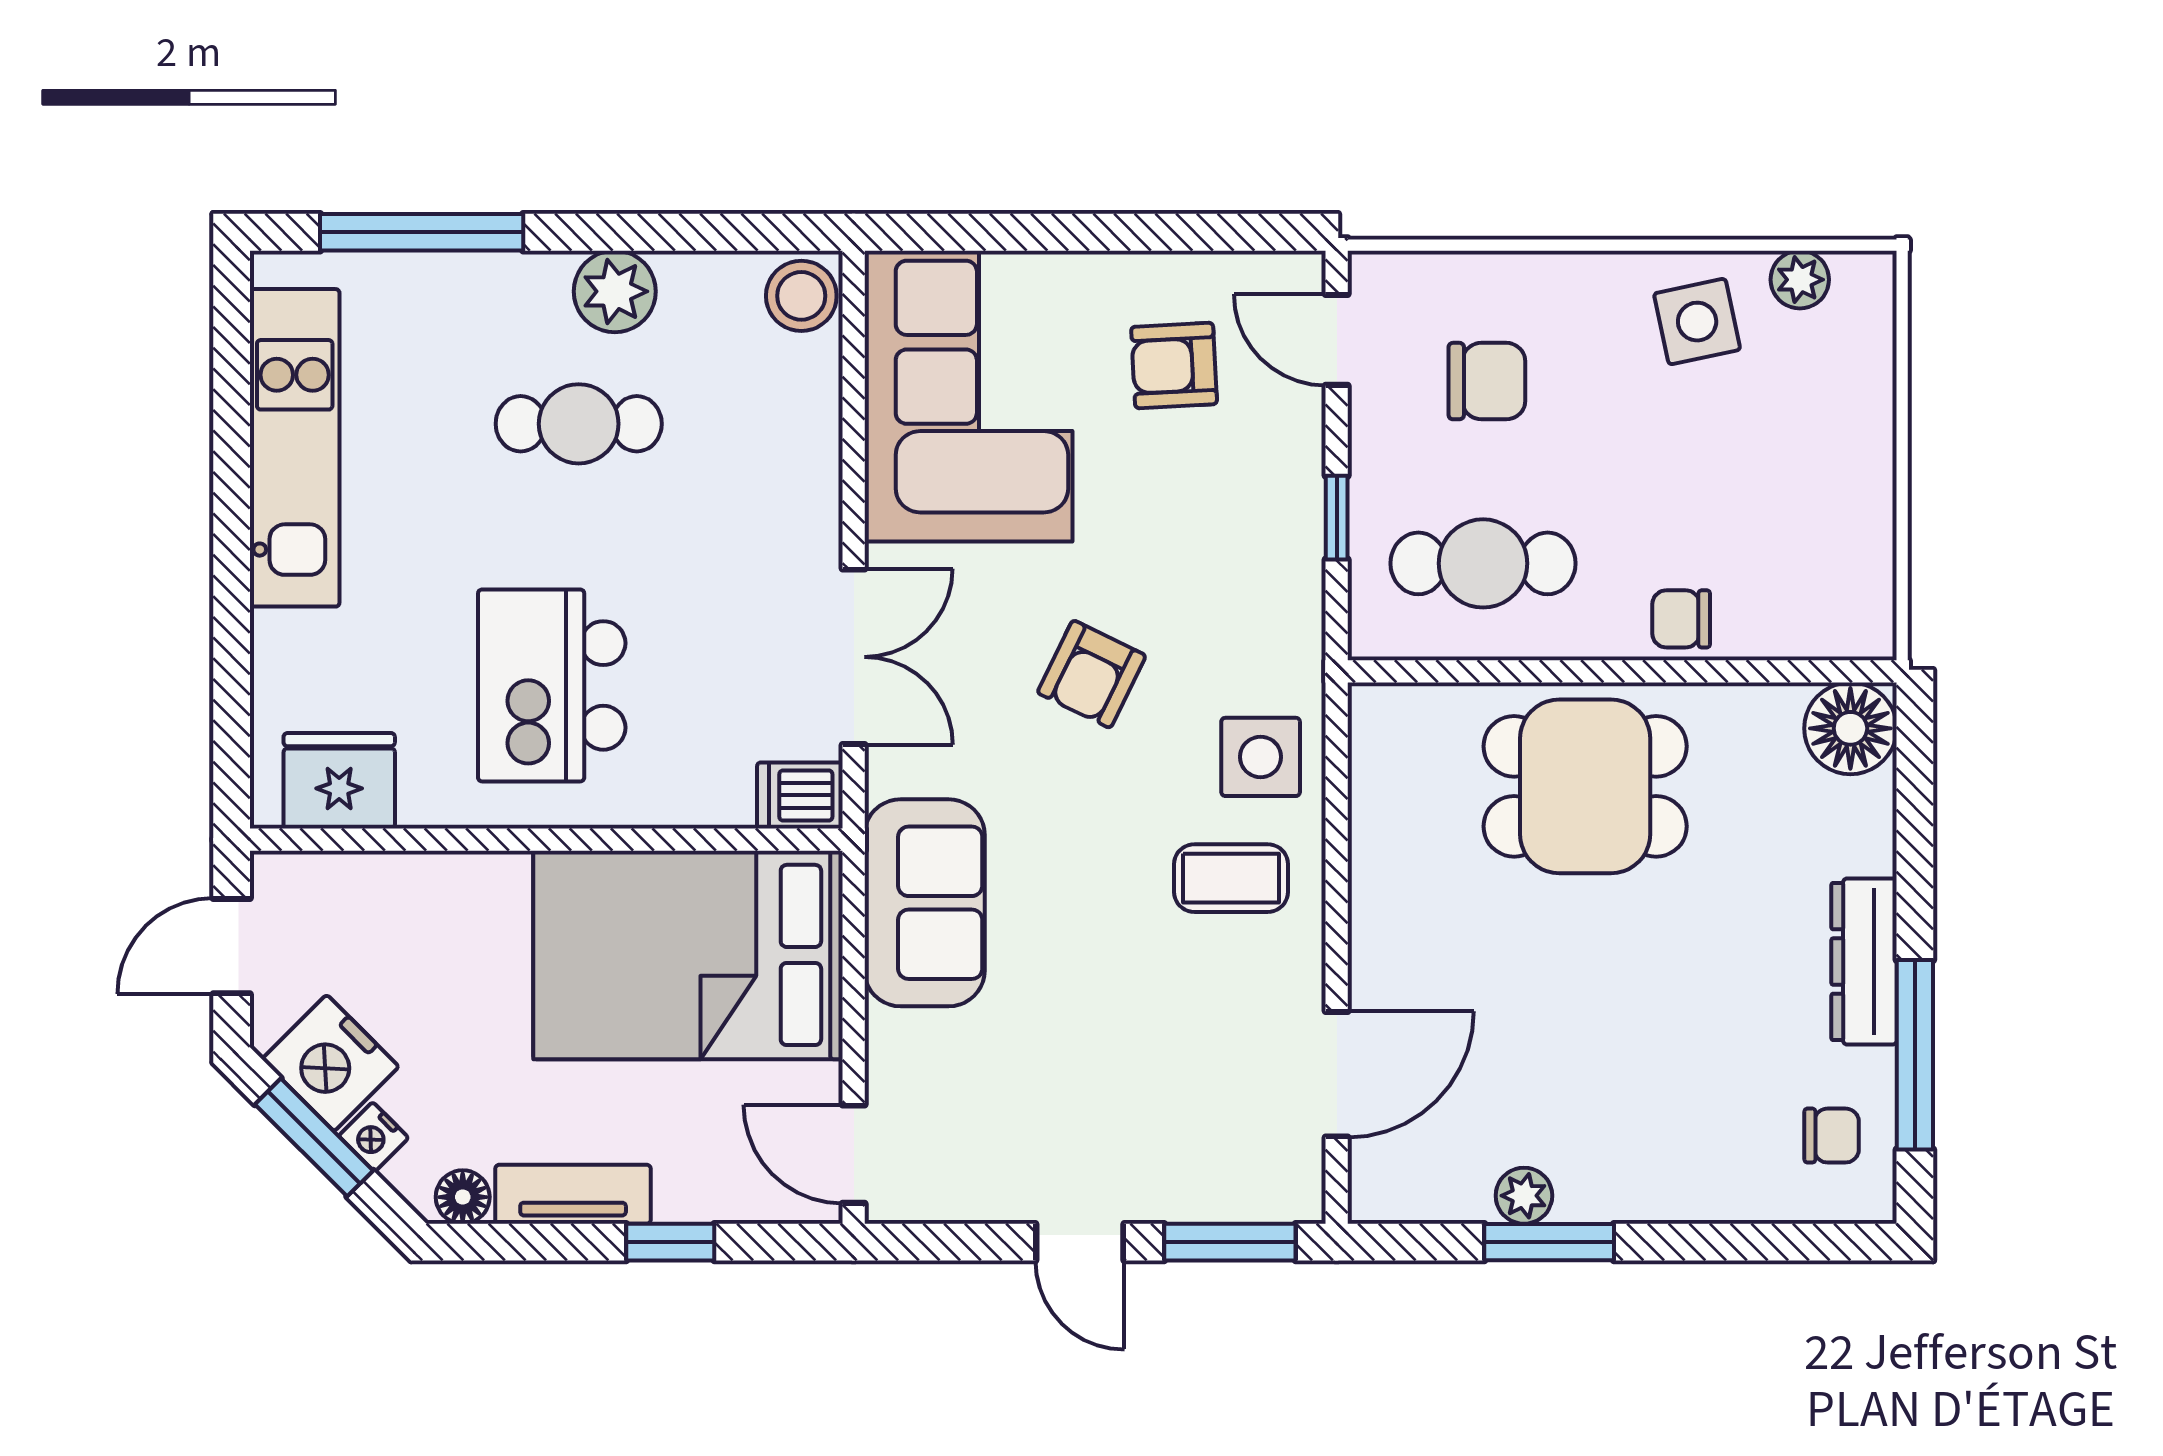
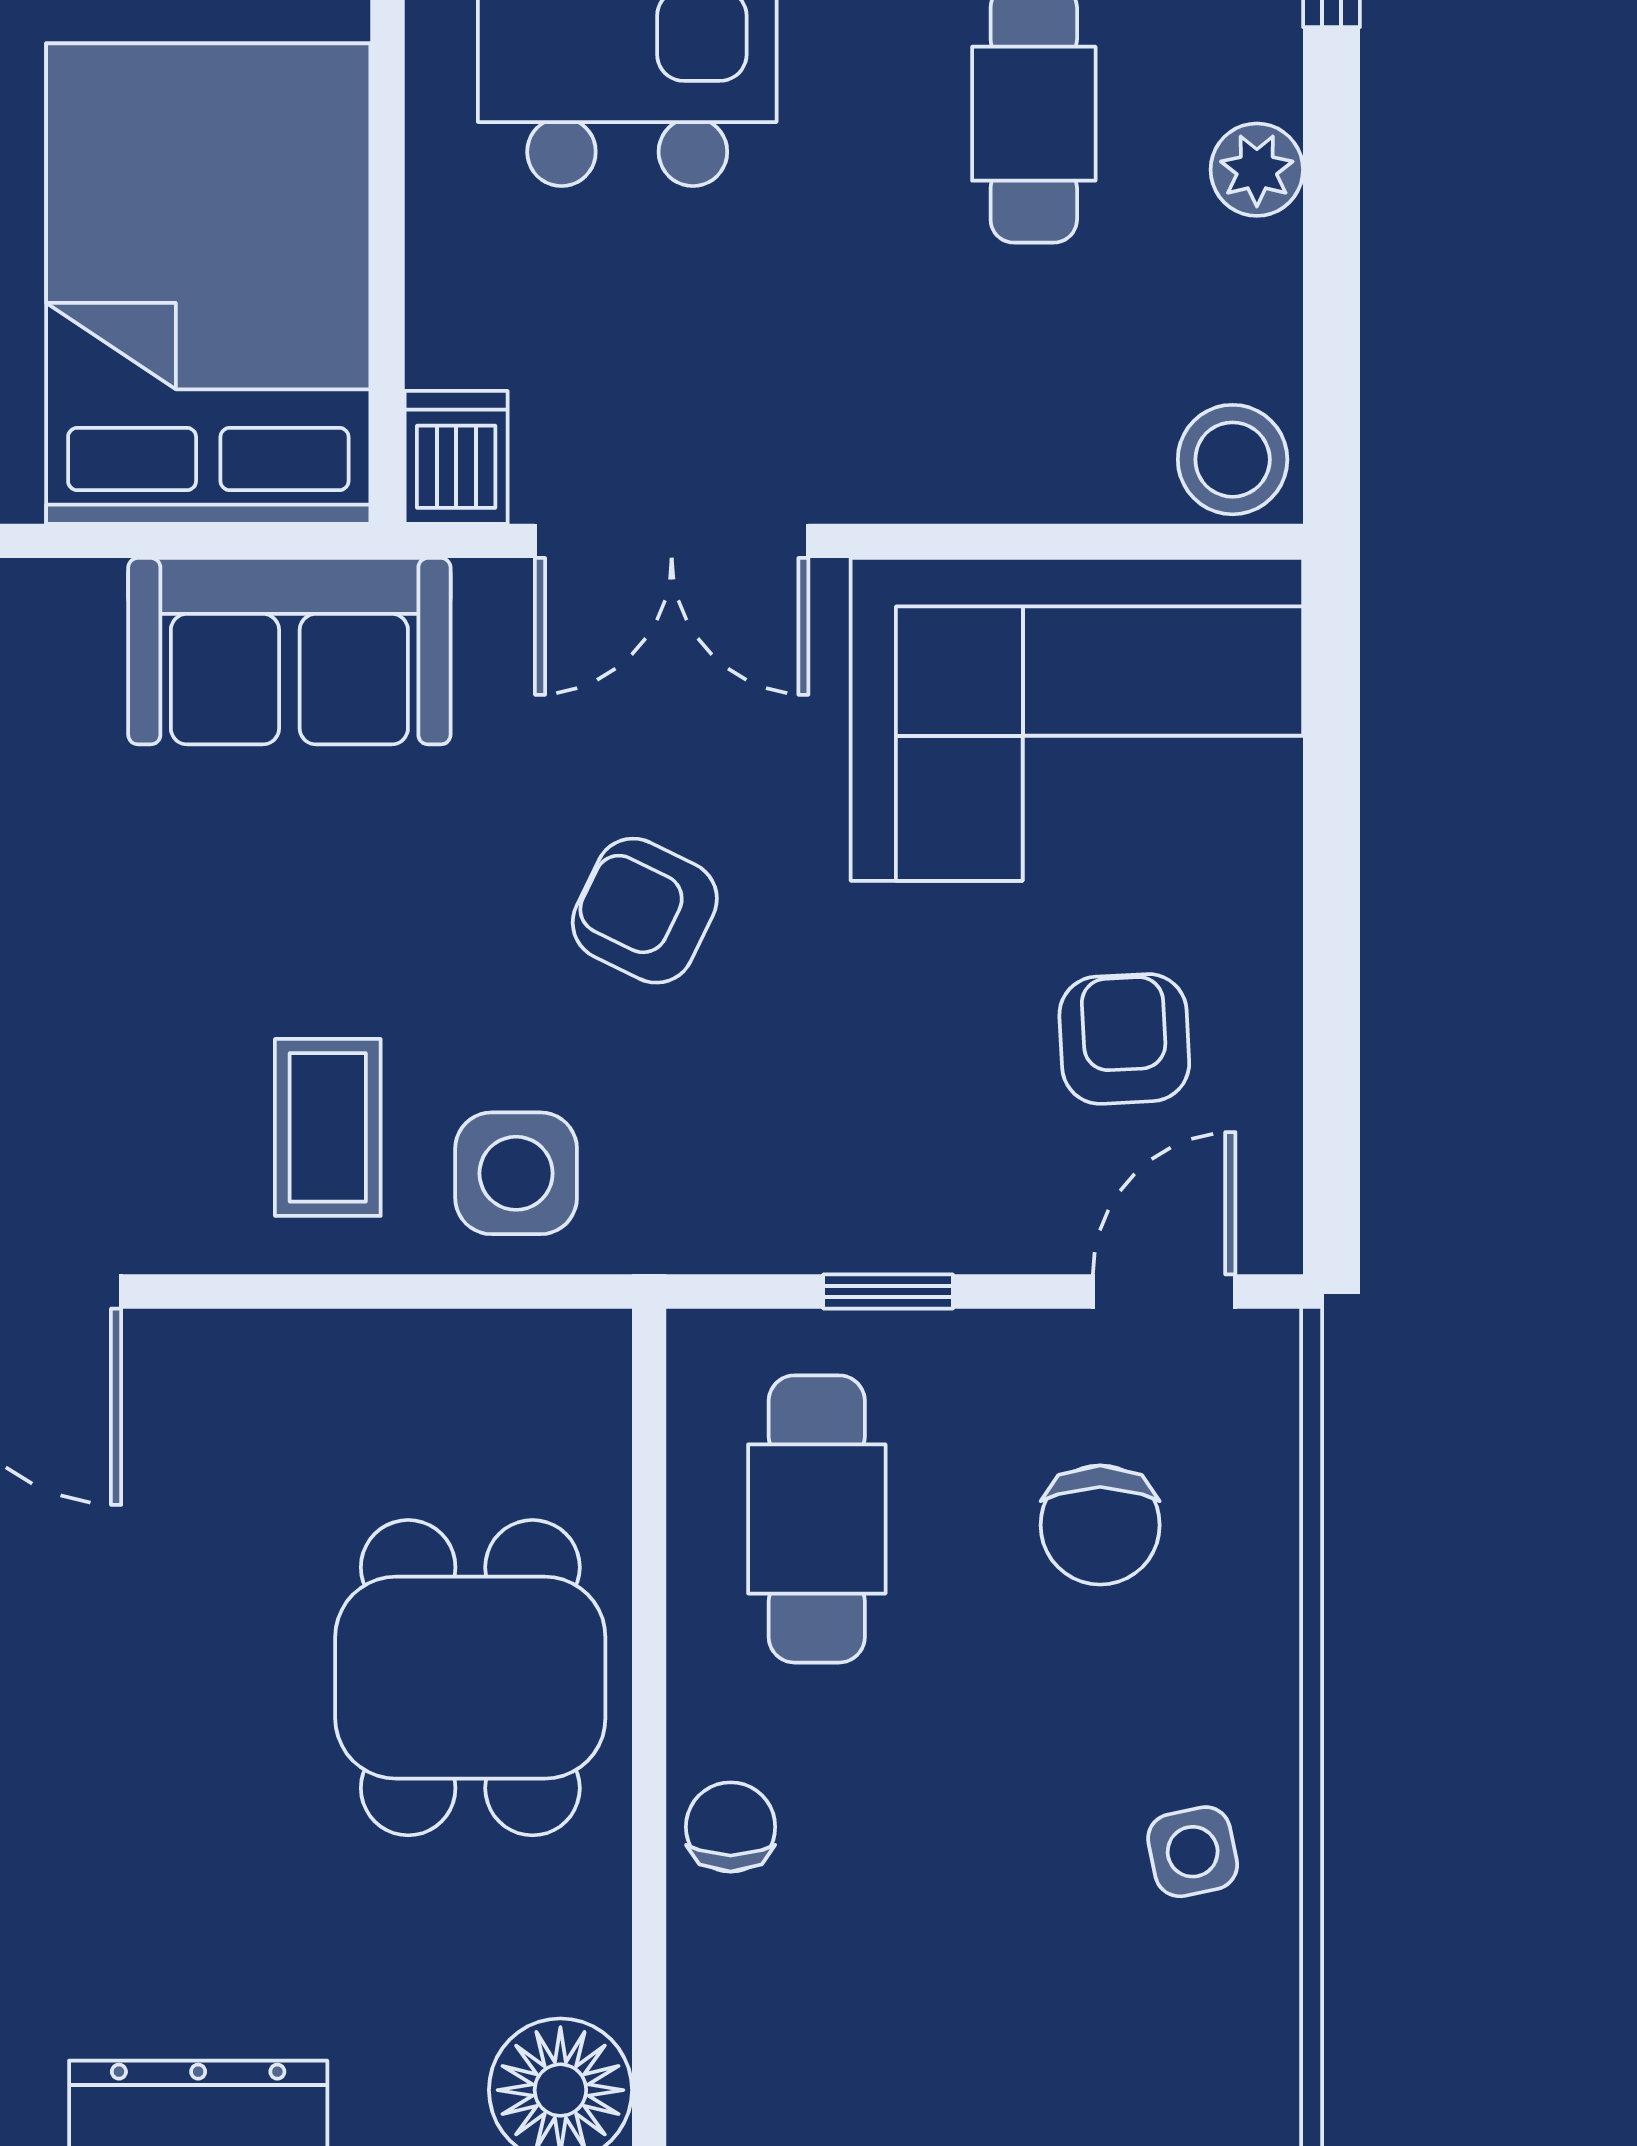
plant: (1800, 280) -> (1258, 2011), removed
plant: (615, 291) -> (1257, 170), width x0.73, depth x0.73
side table: (1697, 322) -> (1193, 1852), width x0.73, depth x0.73

